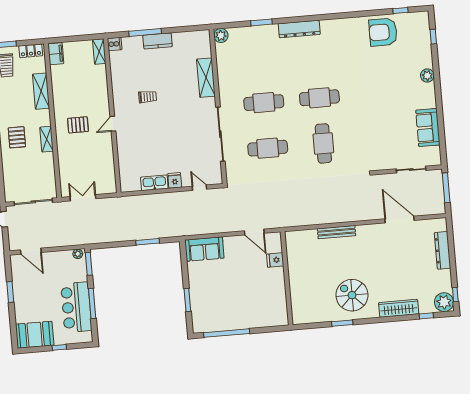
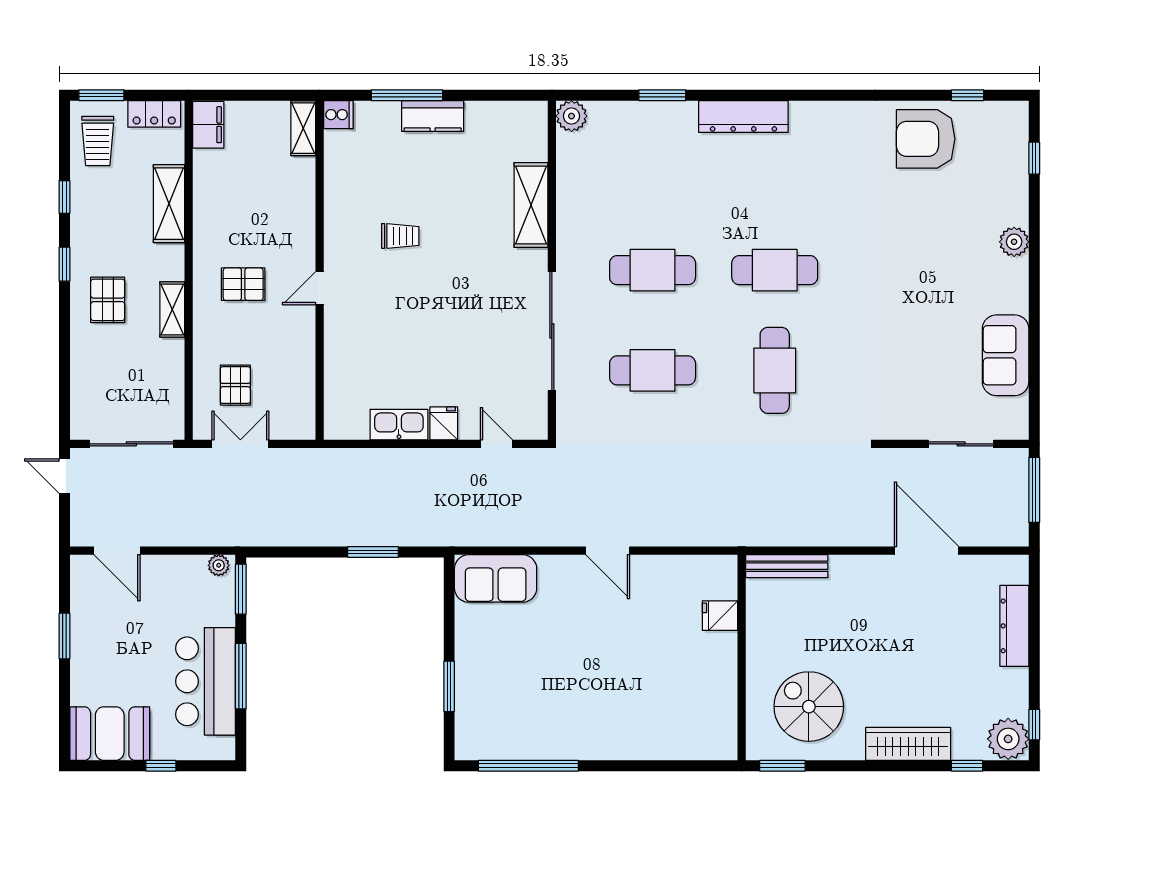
pallet: (78, 171) -> (235, 385), added
fridge: (275, 260) -> (720, 616), moved
wall: (287, 278) -> (742, 658), moved

